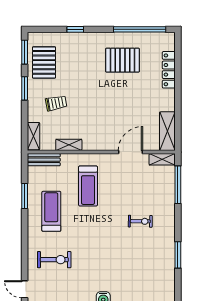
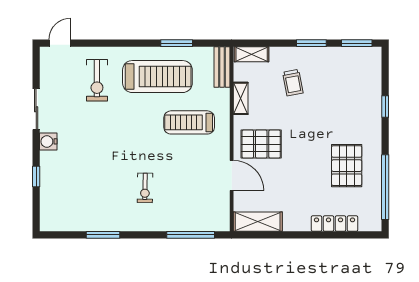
pallet: (44, 62) -> (261, 144), moved
shelving: (162, 159) -> (222, 215), removed
treadmill: (51, 211) -> (157, 77), width x1.37, depth x1.38

